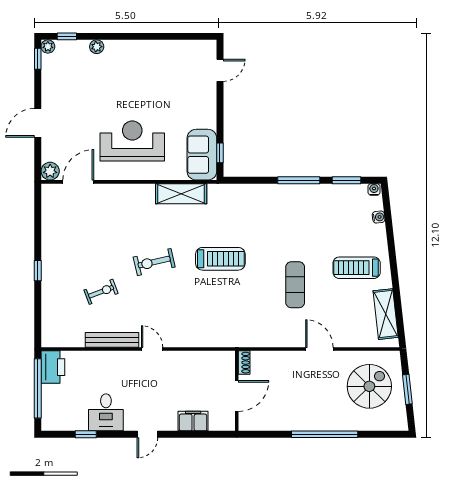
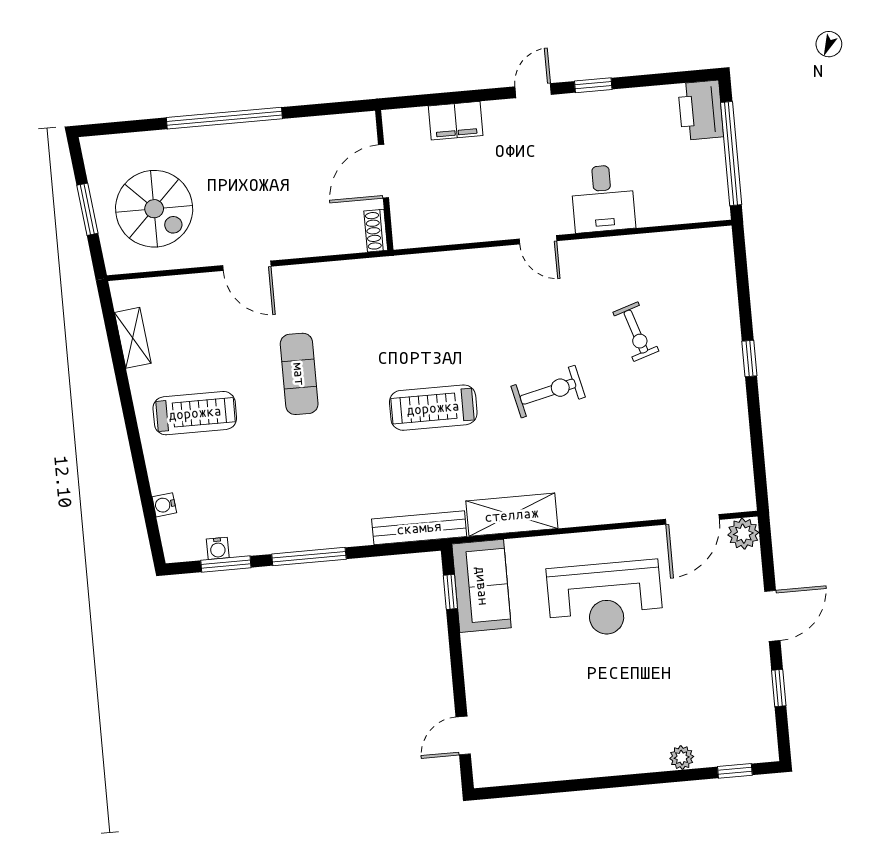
plant: (48, 47) -> (767, 750), removed
window: (38, 59) -> (779, 688), moved
water cooler: (374, 189) -> (218, 548), moved
exercise bike: (101, 292) -> (636, 332), turned -87
shelving: (386, 314) -> (133, 338), width x0.67, depth x0.75
bench: (112, 340) -> (419, 528), moved
printer: (53, 367) -> (701, 110), moved
spiral stairs: (369, 386) -> (154, 209), turned -90
desk: (106, 412) -> (603, 198), moved, turned 180
window: (86, 434) -> (593, 85), moved

